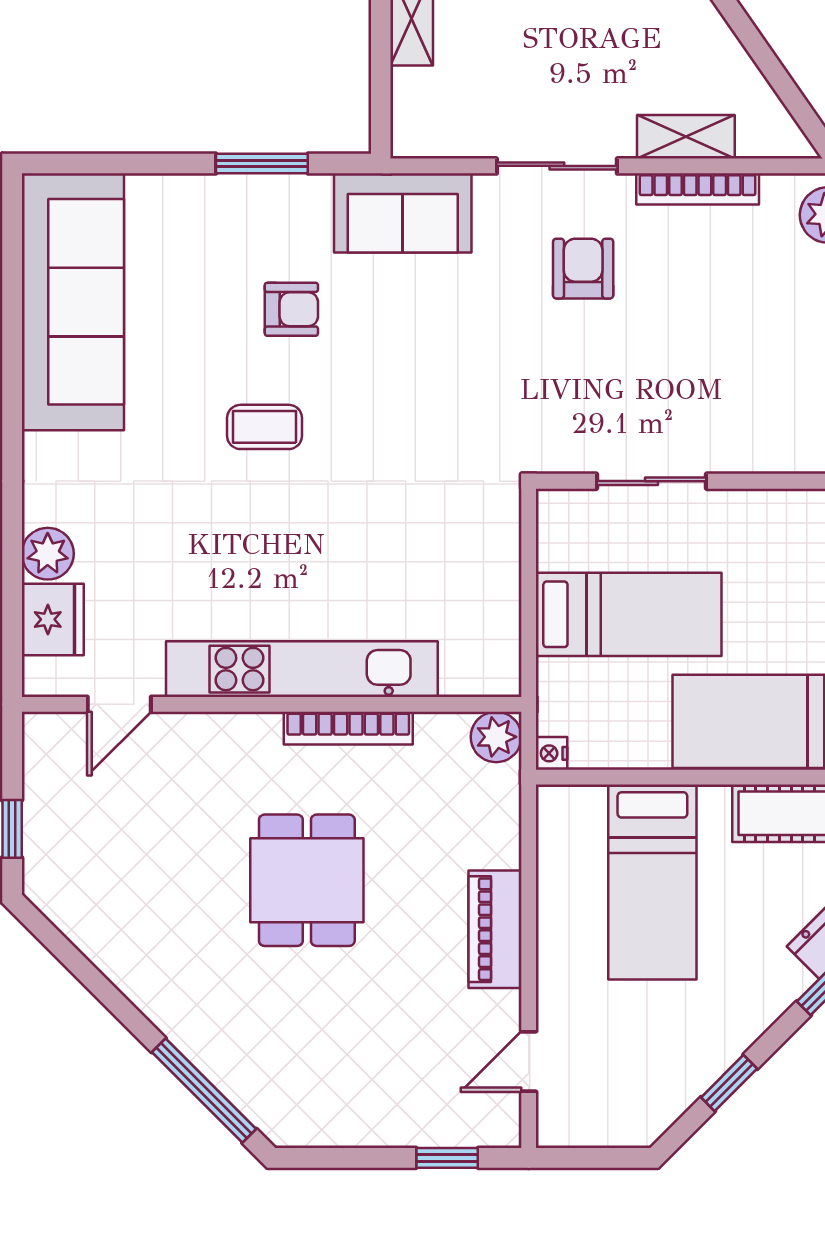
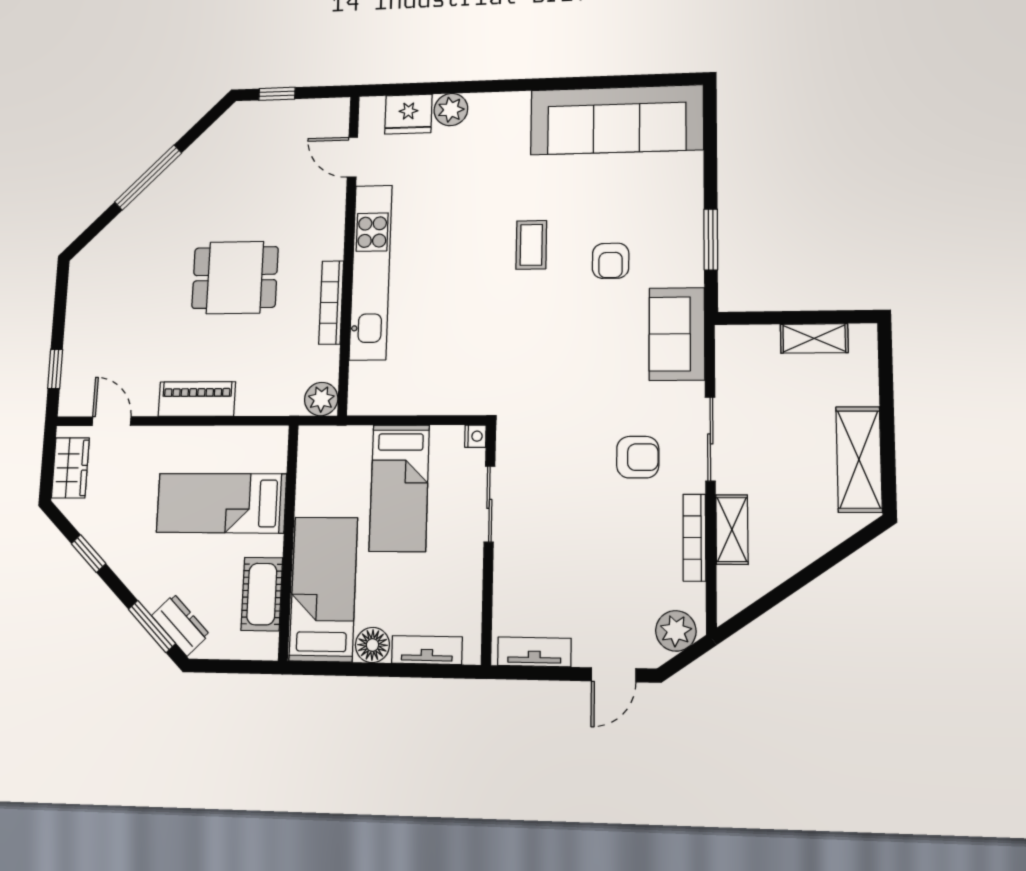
nightstand: (552, 753) -> (475, 436), moved, turned 90
window: (204, 1091) -> (148, 177), moved
wardrobe: (600, 1122) -> (70, 468), added

